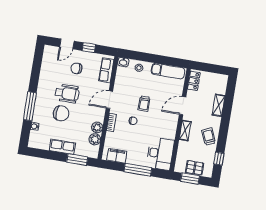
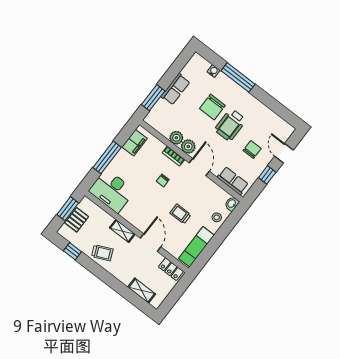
trolley: (144, 104) -> (180, 214), moved
shelving: (219, 105) -> (142, 291), moved
plant: (95, 139) -> (188, 146), moved

